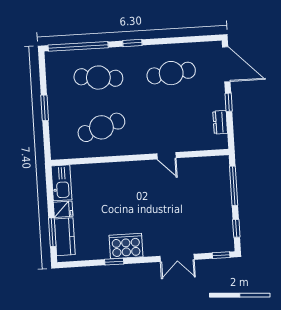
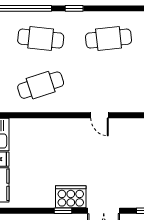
cooker: (126, 246) -> (71, 197), moved
window: (114, 262) -> (63, 211), moved

